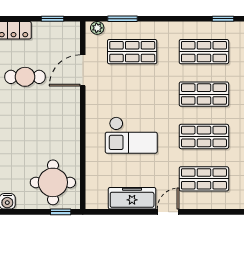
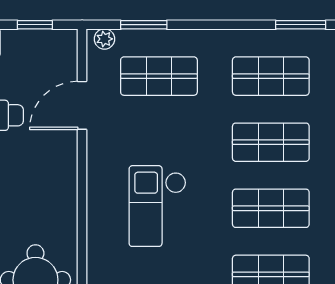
window: (223, 19) -> (301, 25), width x1.50
checkout: (131, 135) -> (157, 206), turned 90

